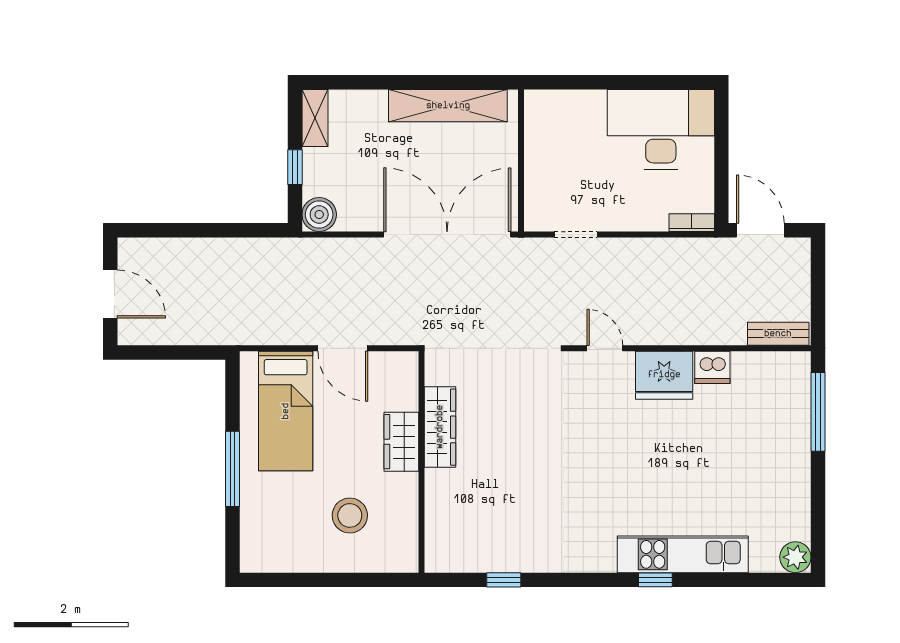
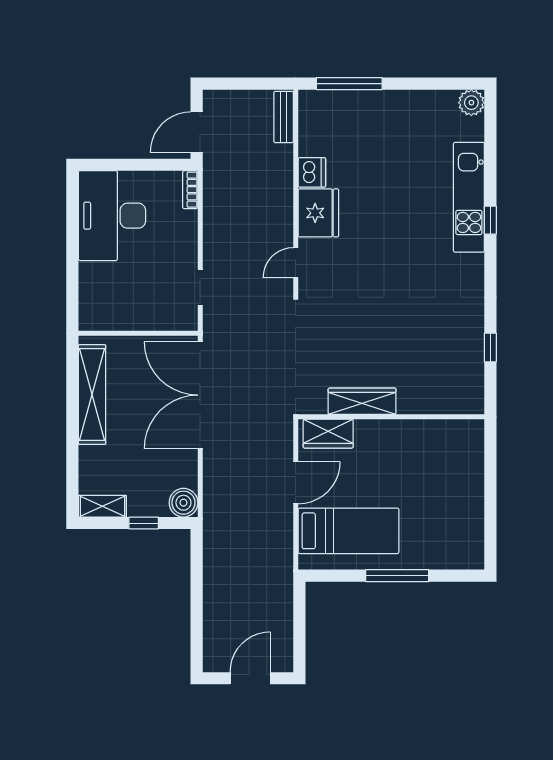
wardrobe: (401, 442) -> (328, 434), moved
stool: (350, 515) -> (436, 477), removed

